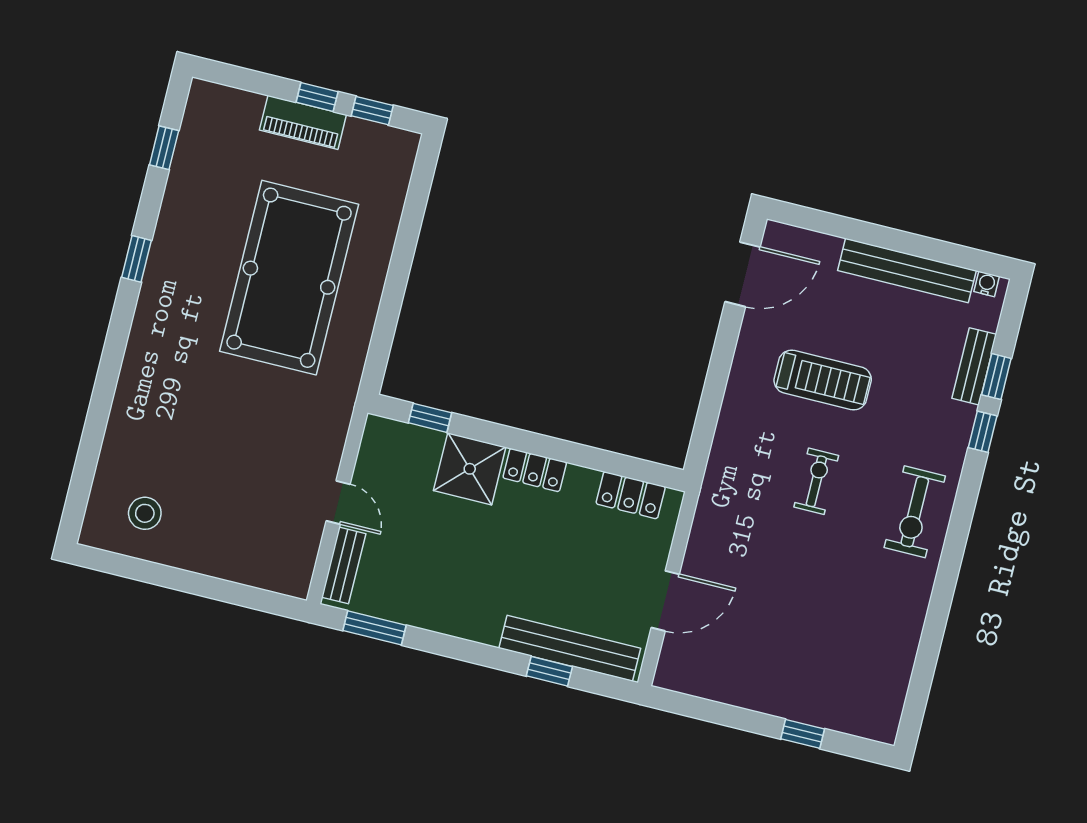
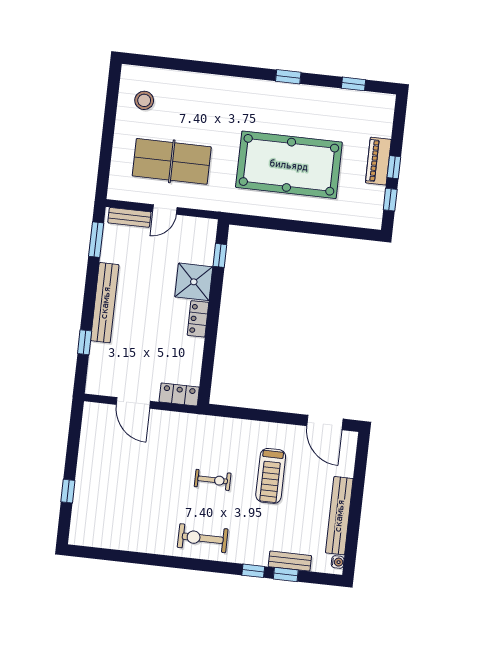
table tennis table: (256, 480) -> (172, 161), added
locker: (631, 495) -> (179, 394), moved, turned 90
bench: (570, 648) -> (105, 303), moved

